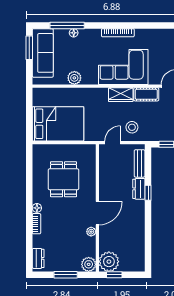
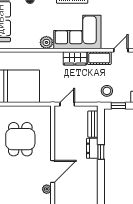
plant: (74, 78) -> (46, 42), moved
stool: (132, 127) -> (107, 91), moved

